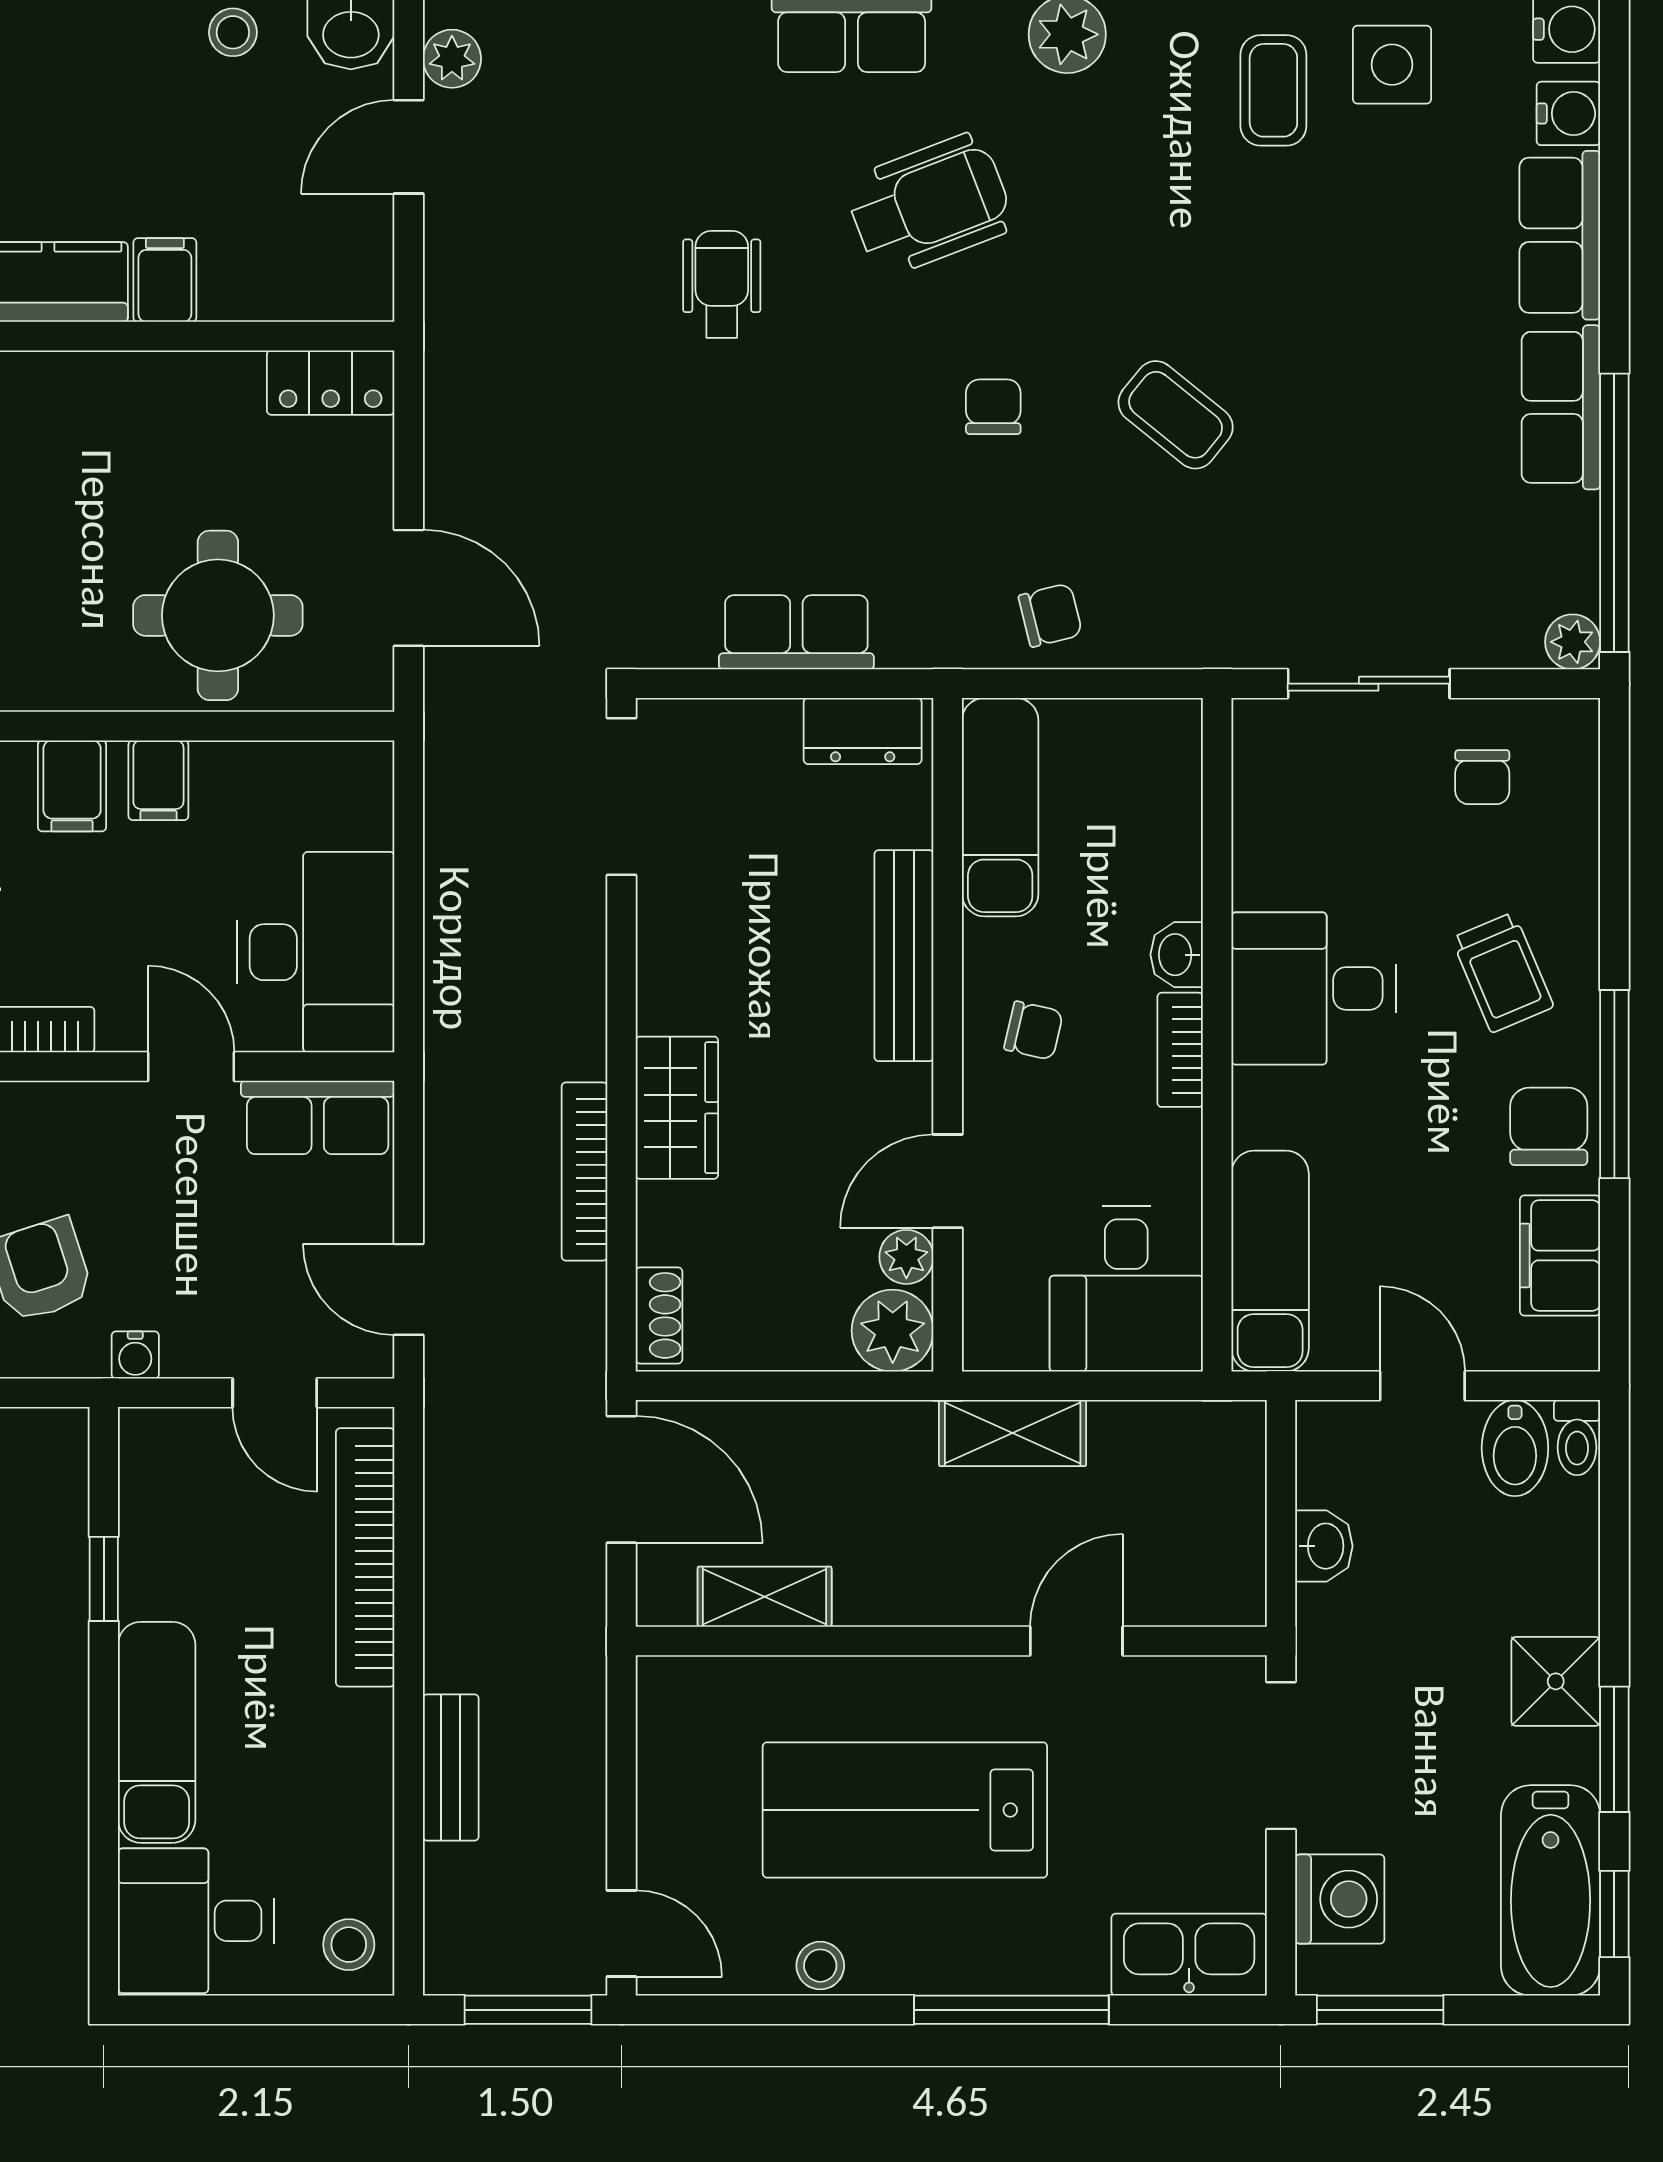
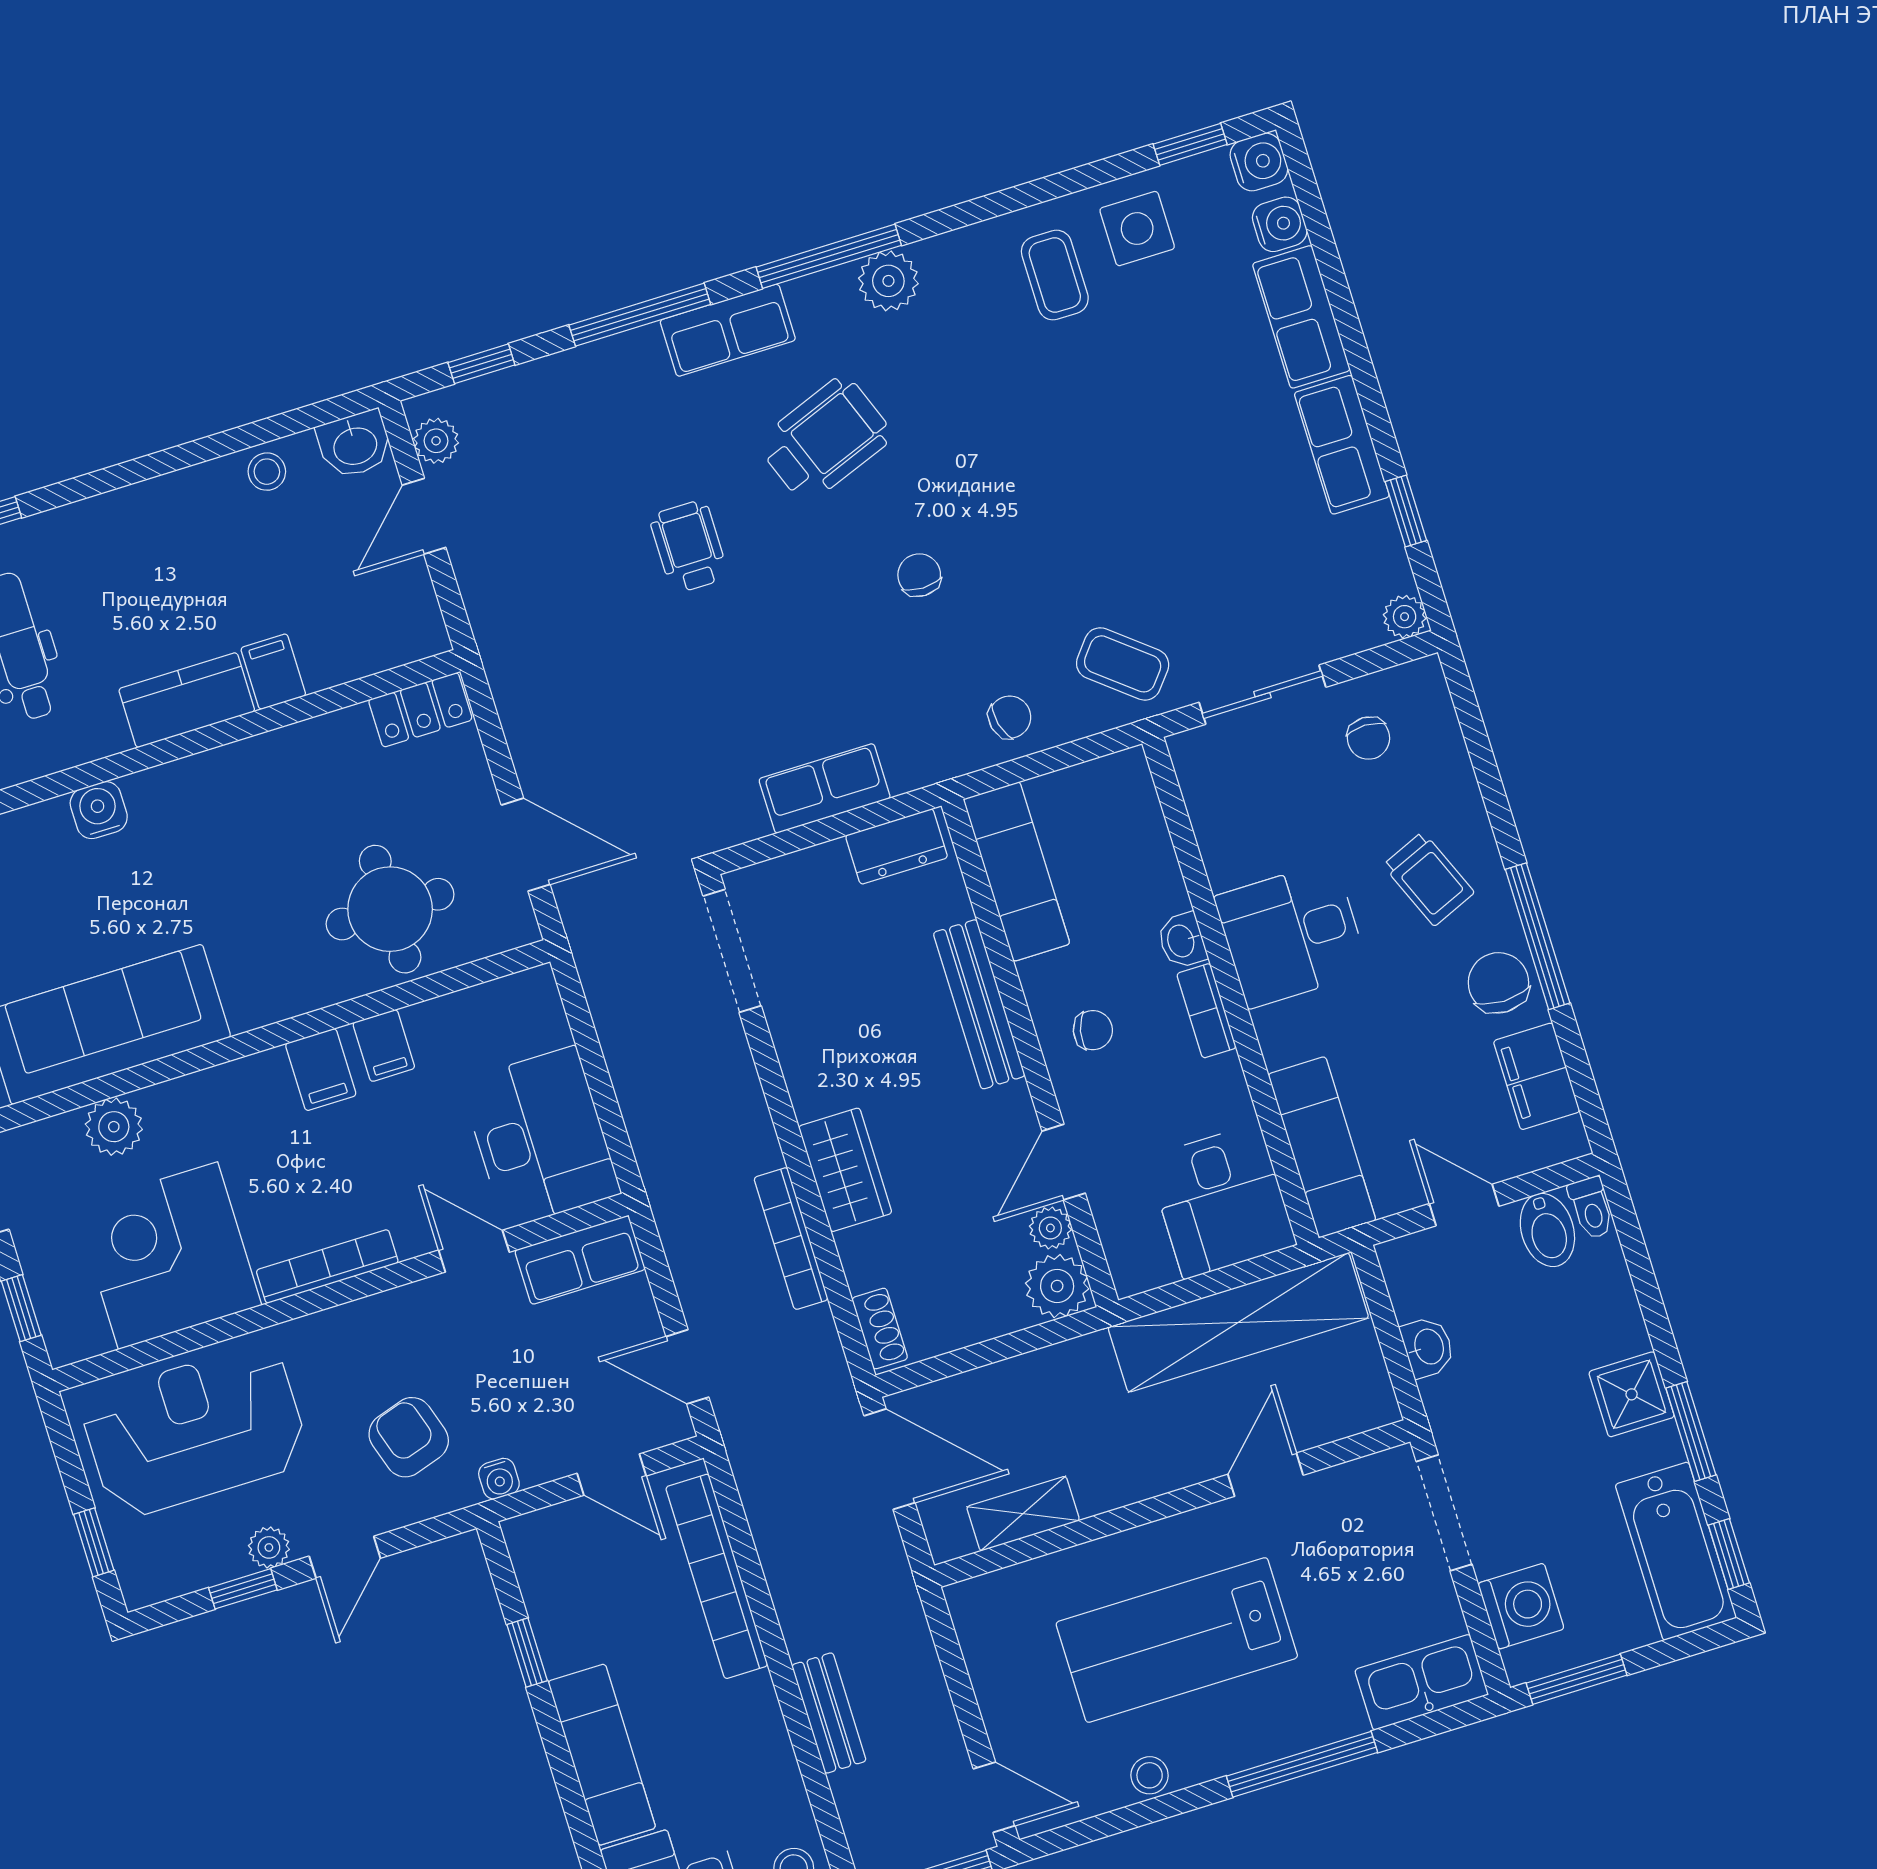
coffee table: (1176, 415) -> (1123, 664), moved
window: (1614, 513) -> (1406, 511), width x0.32
shelving: (1013, 1433) -> (1238, 1322), width x2.20, depth x1.33

